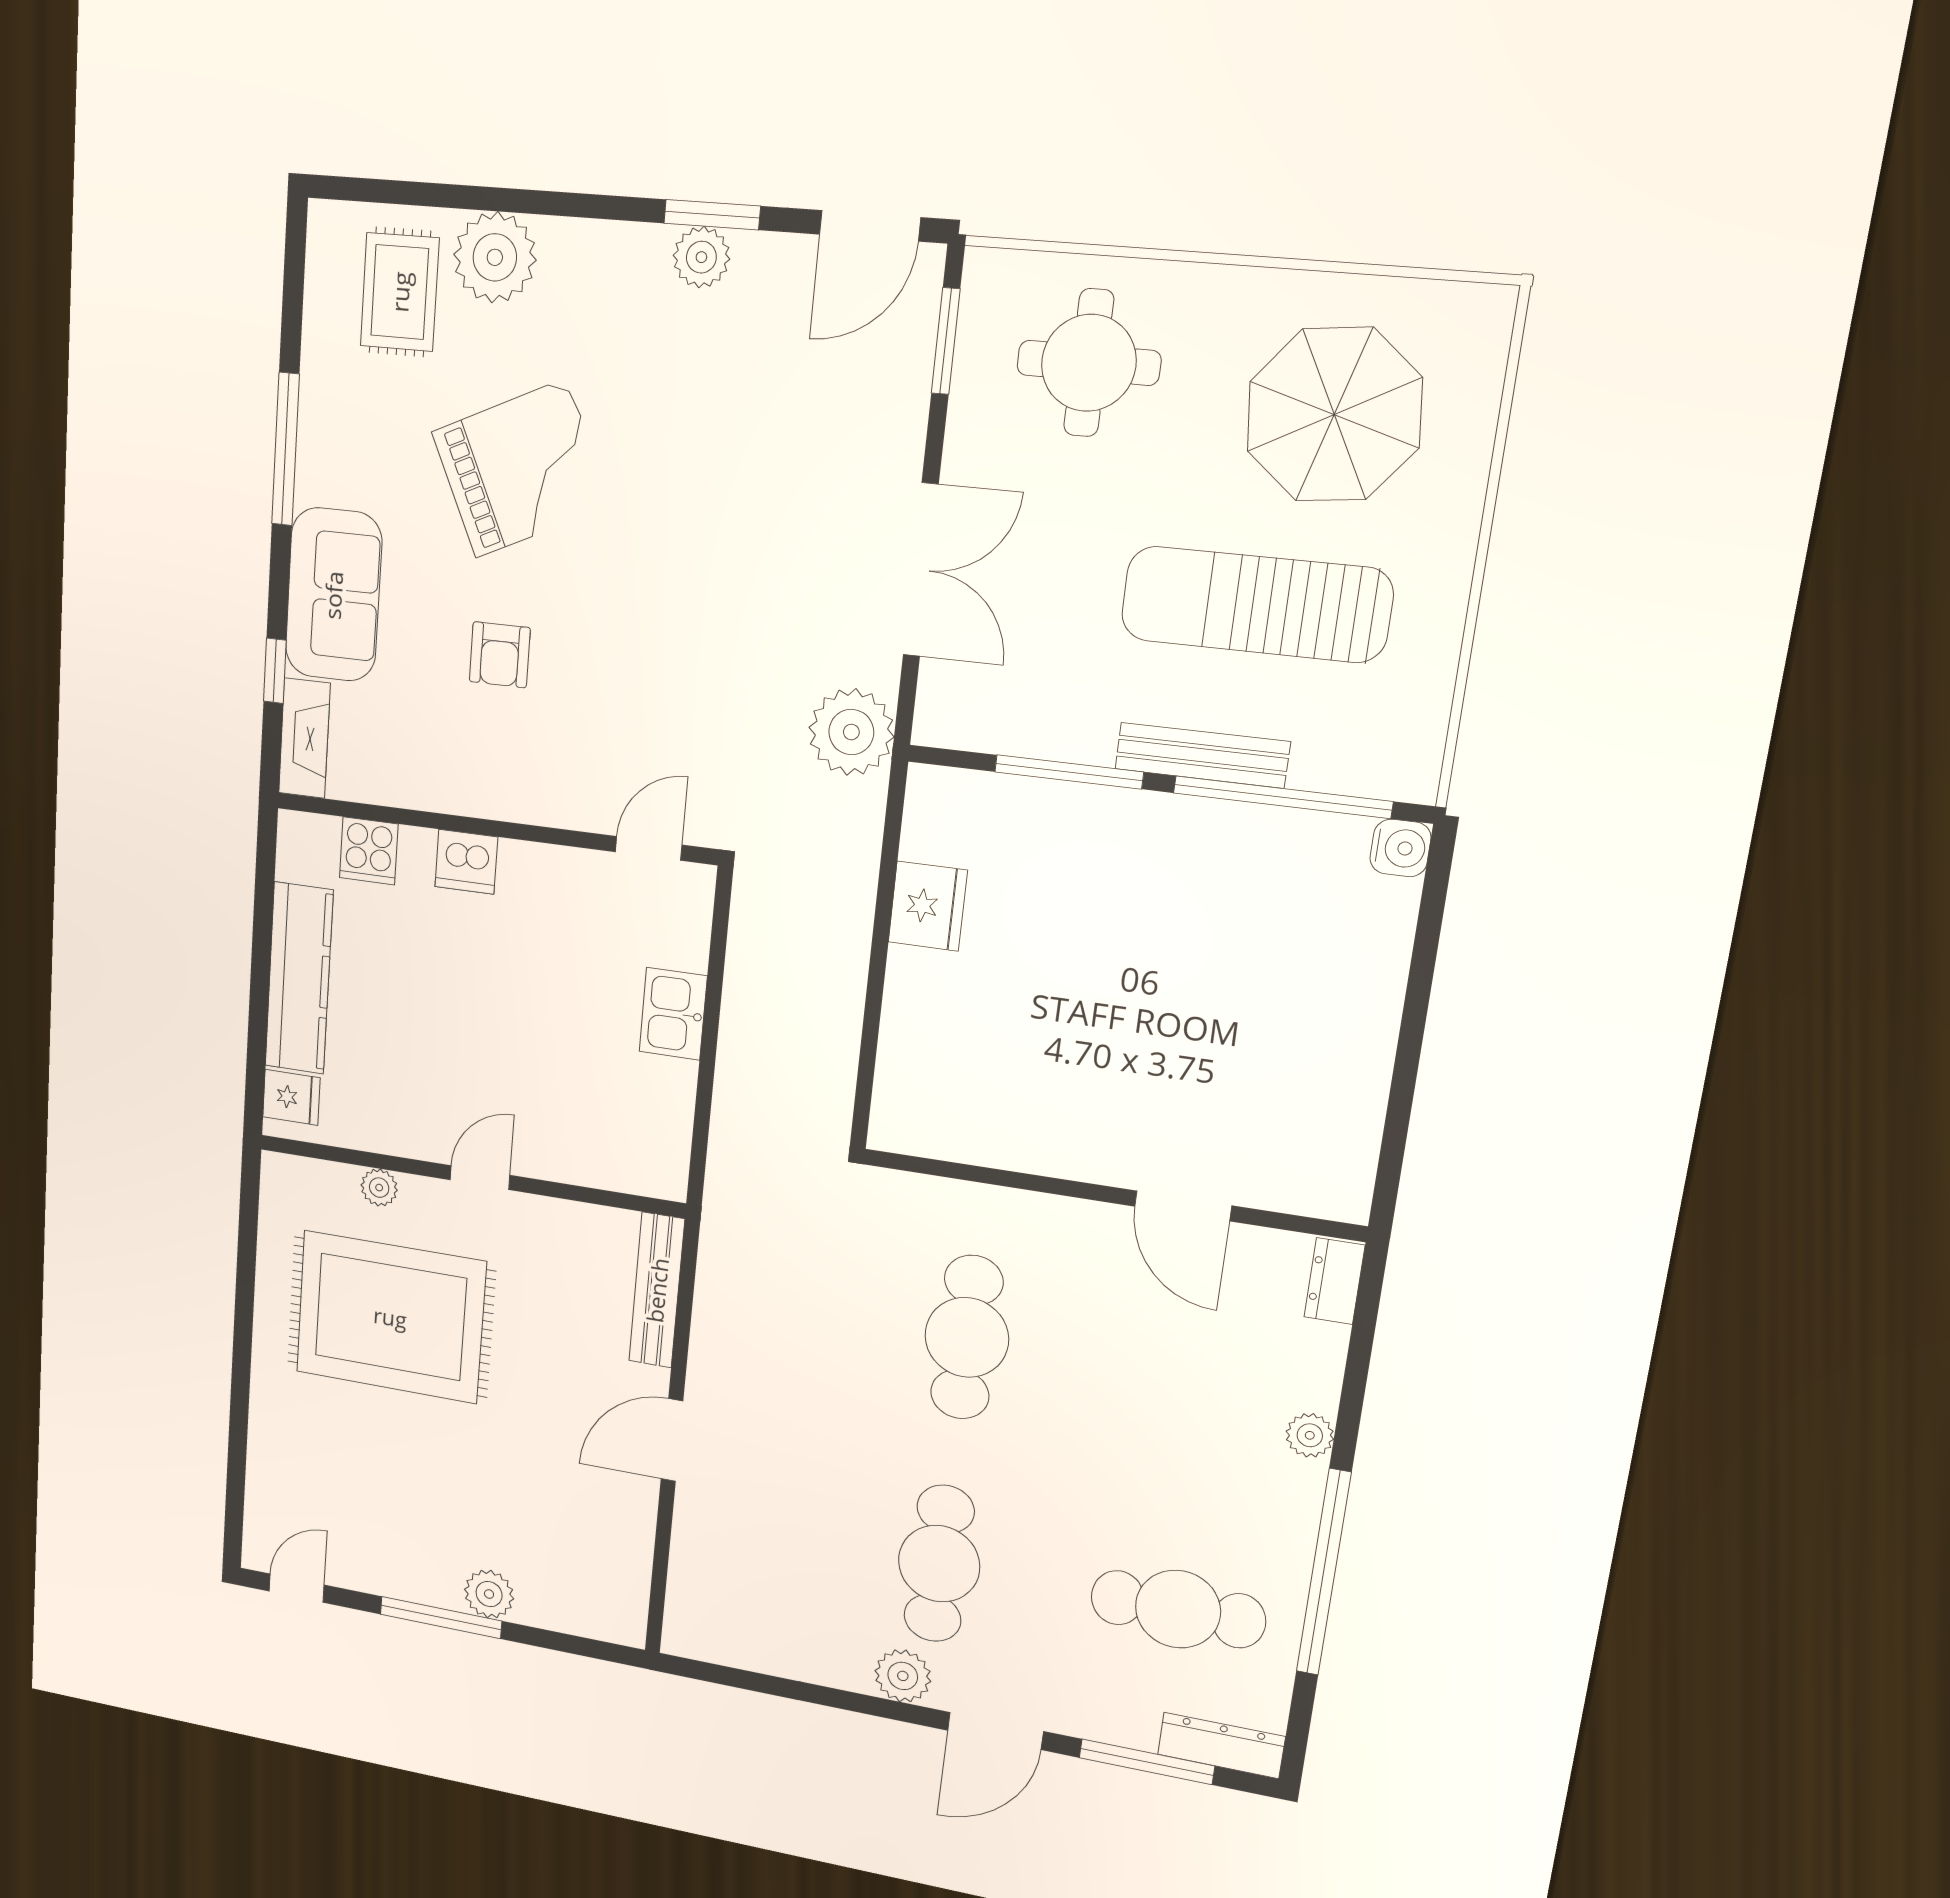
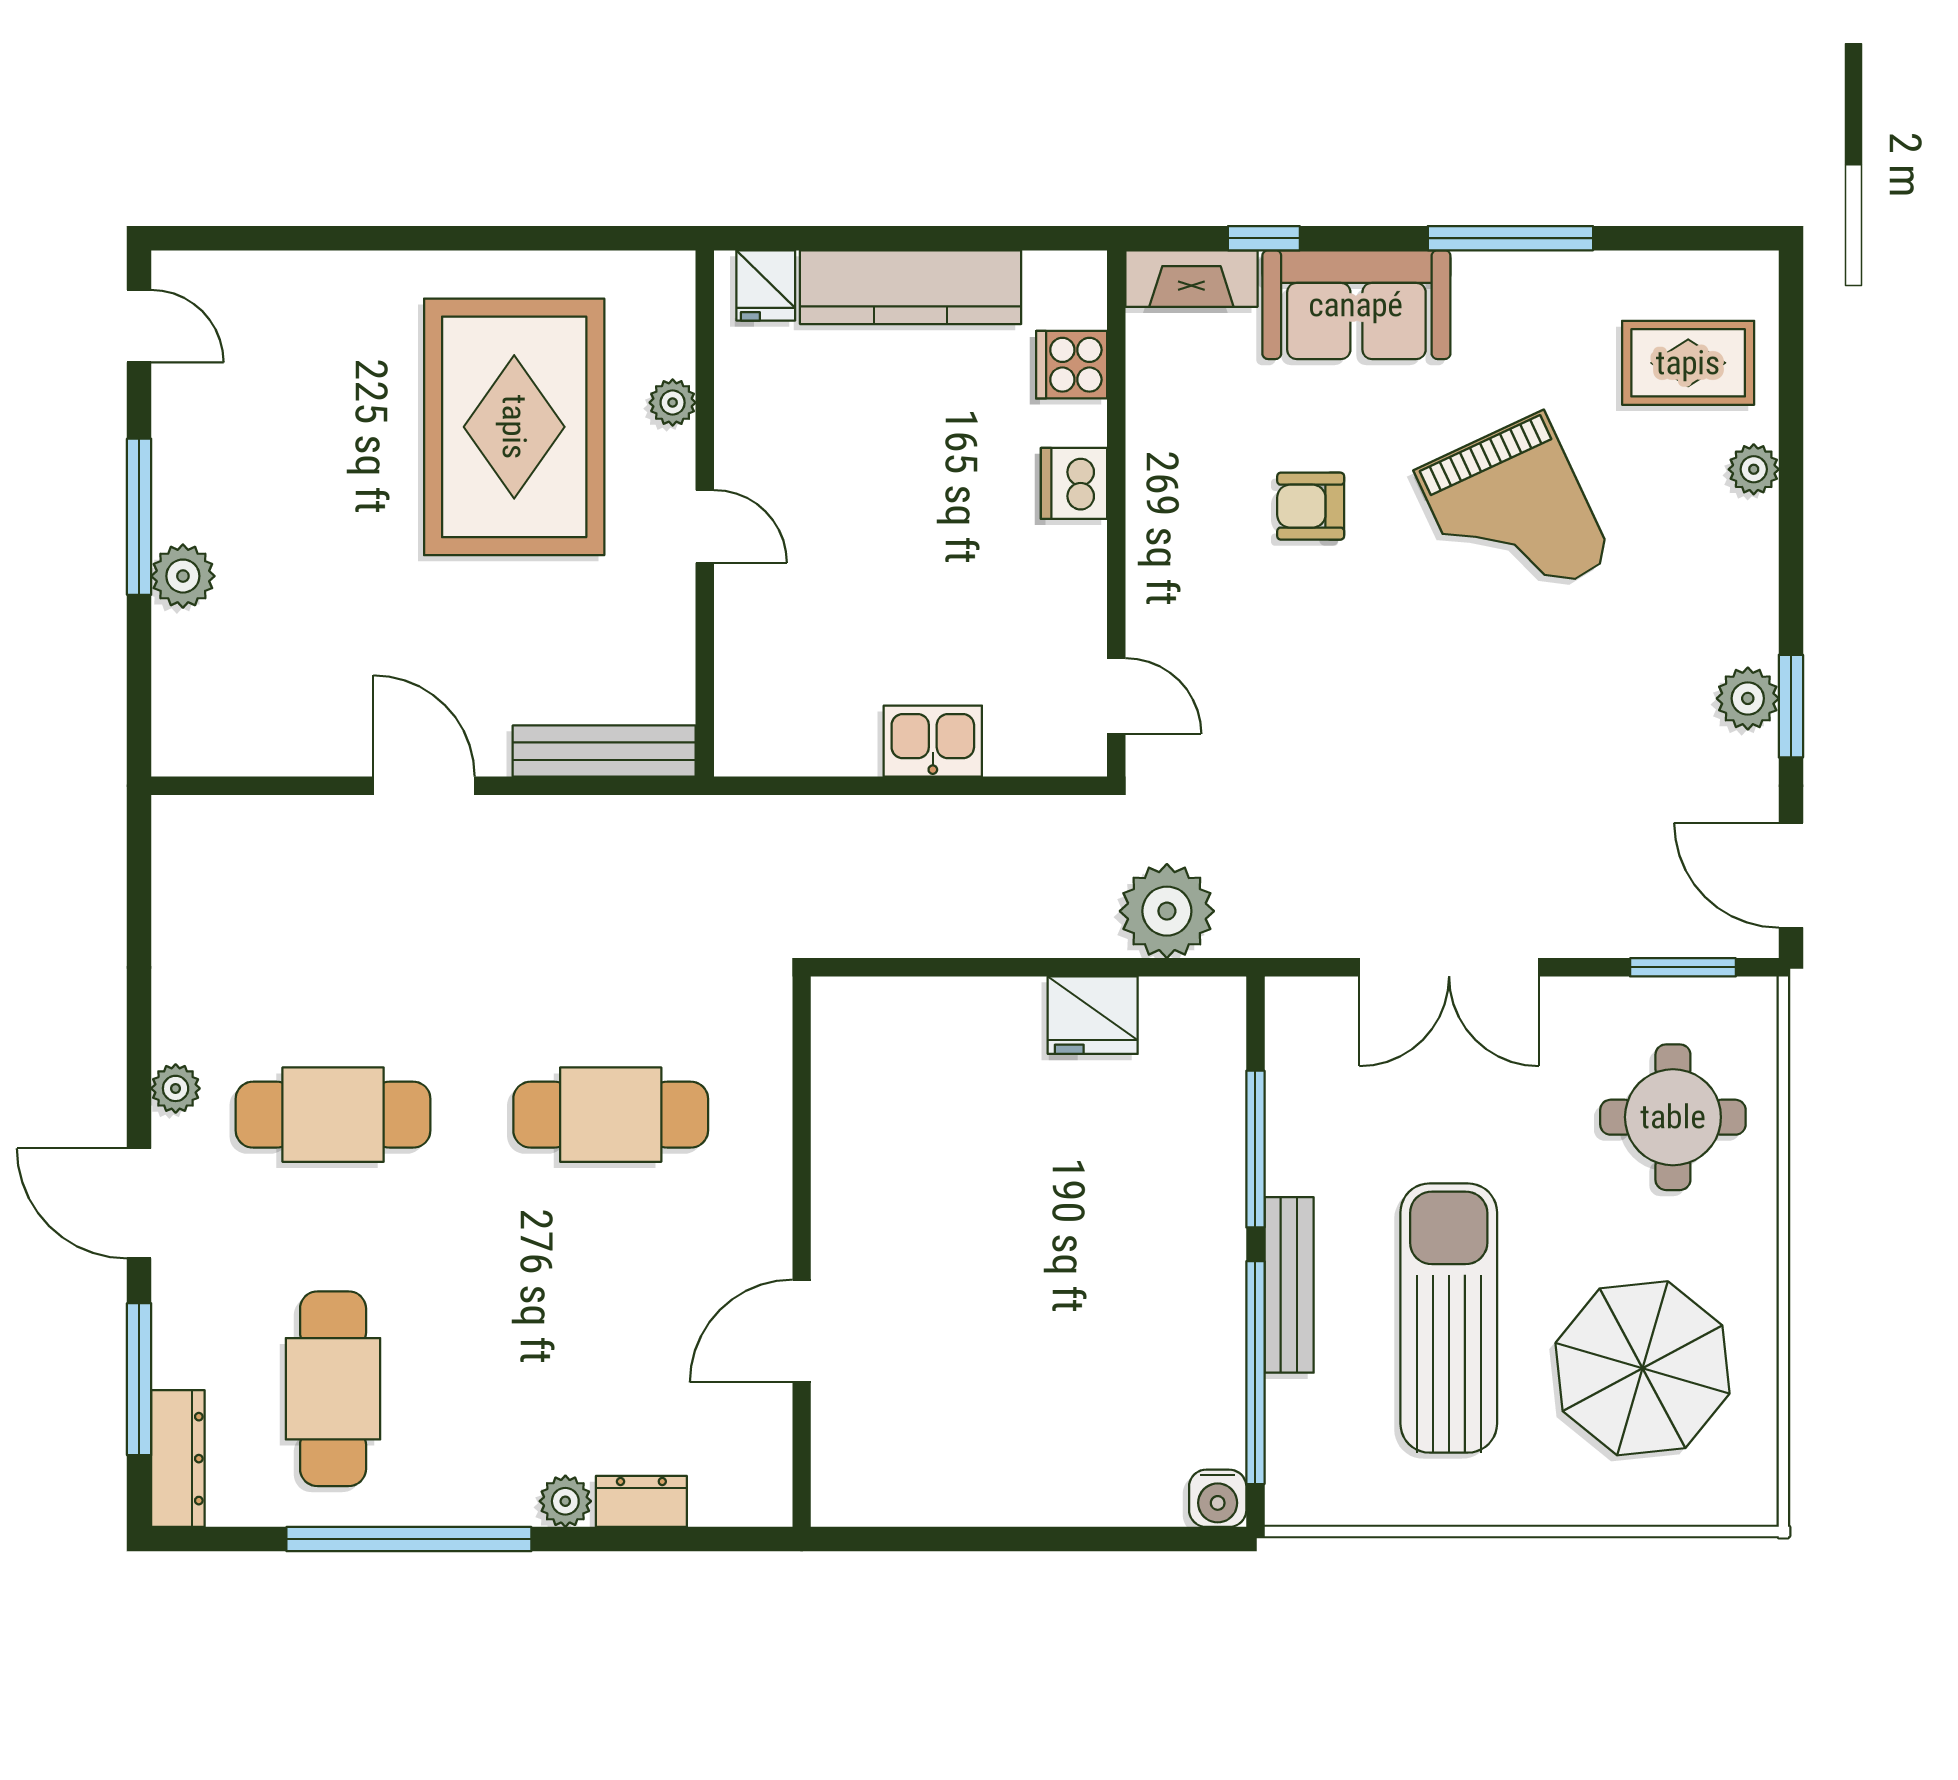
plant: (495, 257) -> (1754, 469), width x0.53, depth x0.53
plant: (851, 732) -> (1167, 911), moved
dresser: (1335, 1281) -> (641, 1501), moved
plant: (903, 1676) -> (176, 1088), width x0.73, depth x0.73

